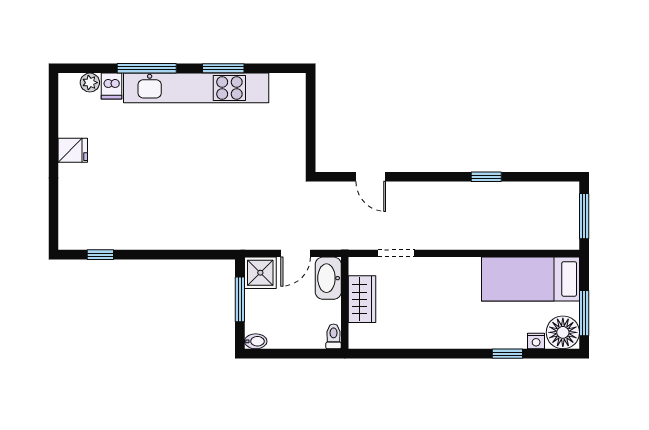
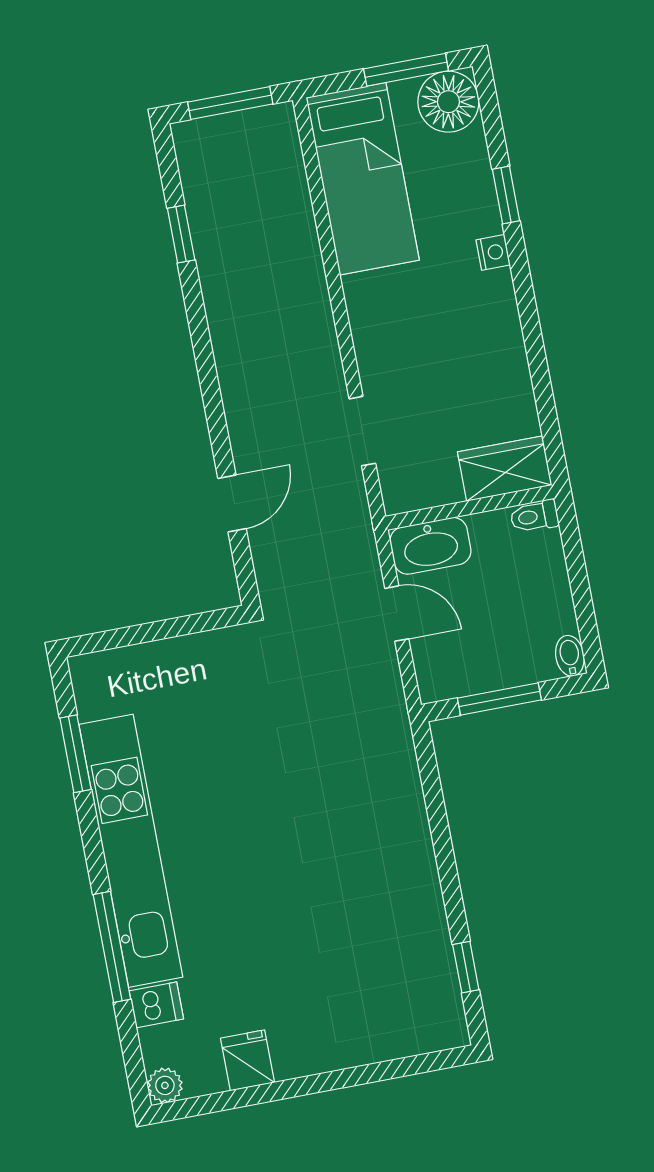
window: (223, 68) -> (75, 754), moved
plant: (90, 83) -> (165, 1085), moved
fridge: (73, 150) -> (247, 1060), moved
window: (486, 177) -> (181, 234), moved
shower: (260, 273) -> (444, 671), removed
wardrobe: (362, 299) -> (505, 469), moved
nightstand: (536, 341) -> (493, 252), moved

